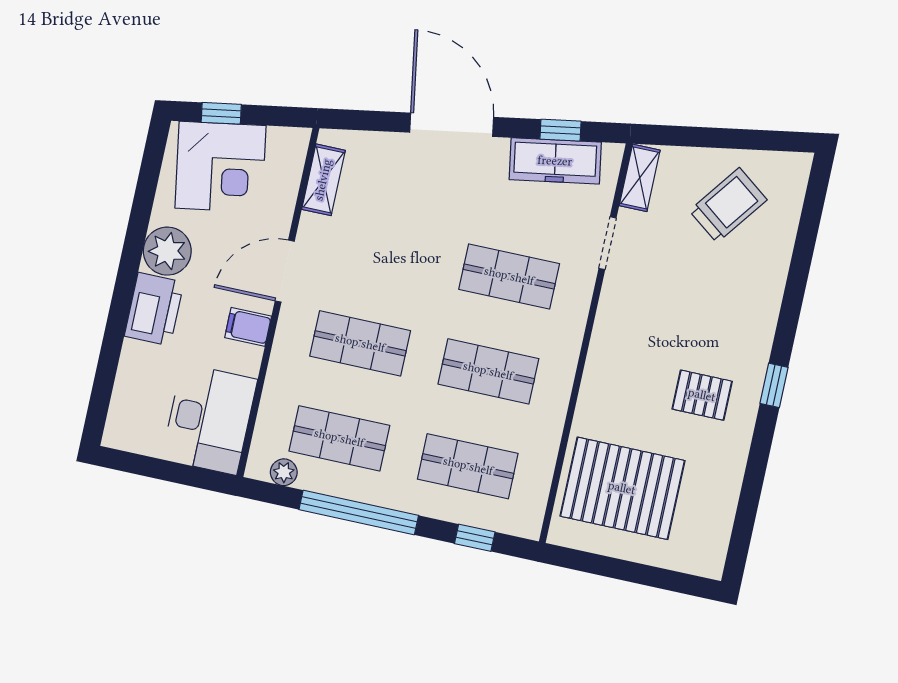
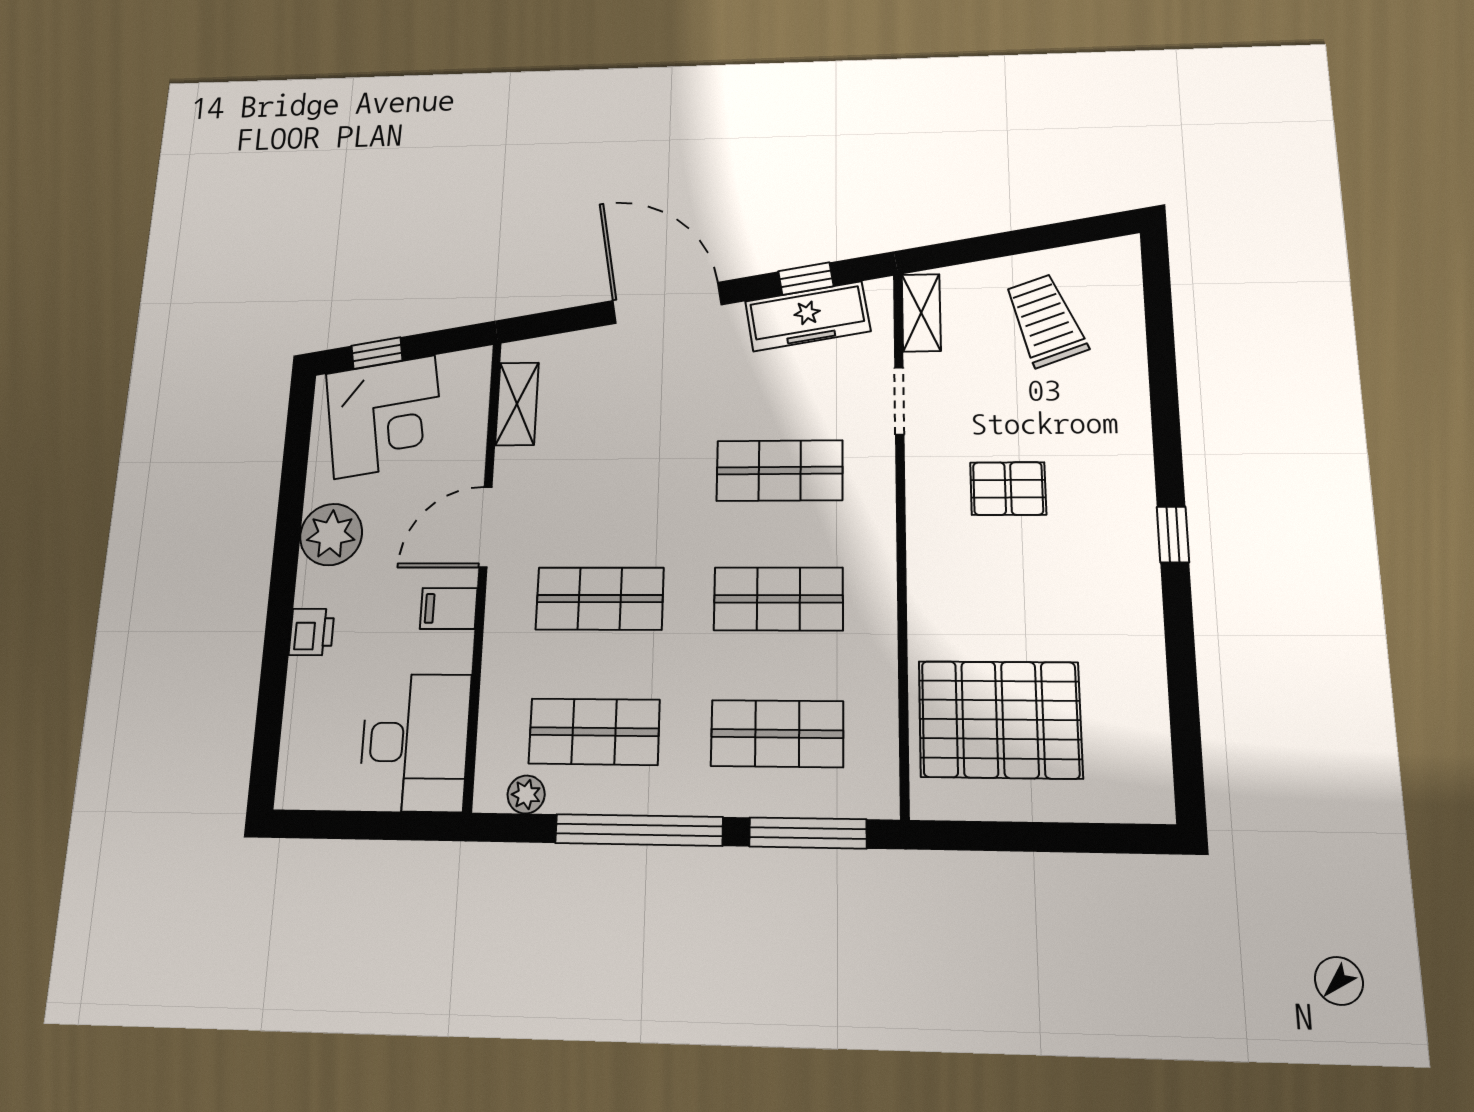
trolley: (728, 205) -> (1045, 320), turned -57
printer: (154, 309) -> (312, 632), width x0.53, depth x0.68
pallet: (702, 395) -> (1008, 489), moved
window: (475, 538) -> (808, 833), width x2.17

